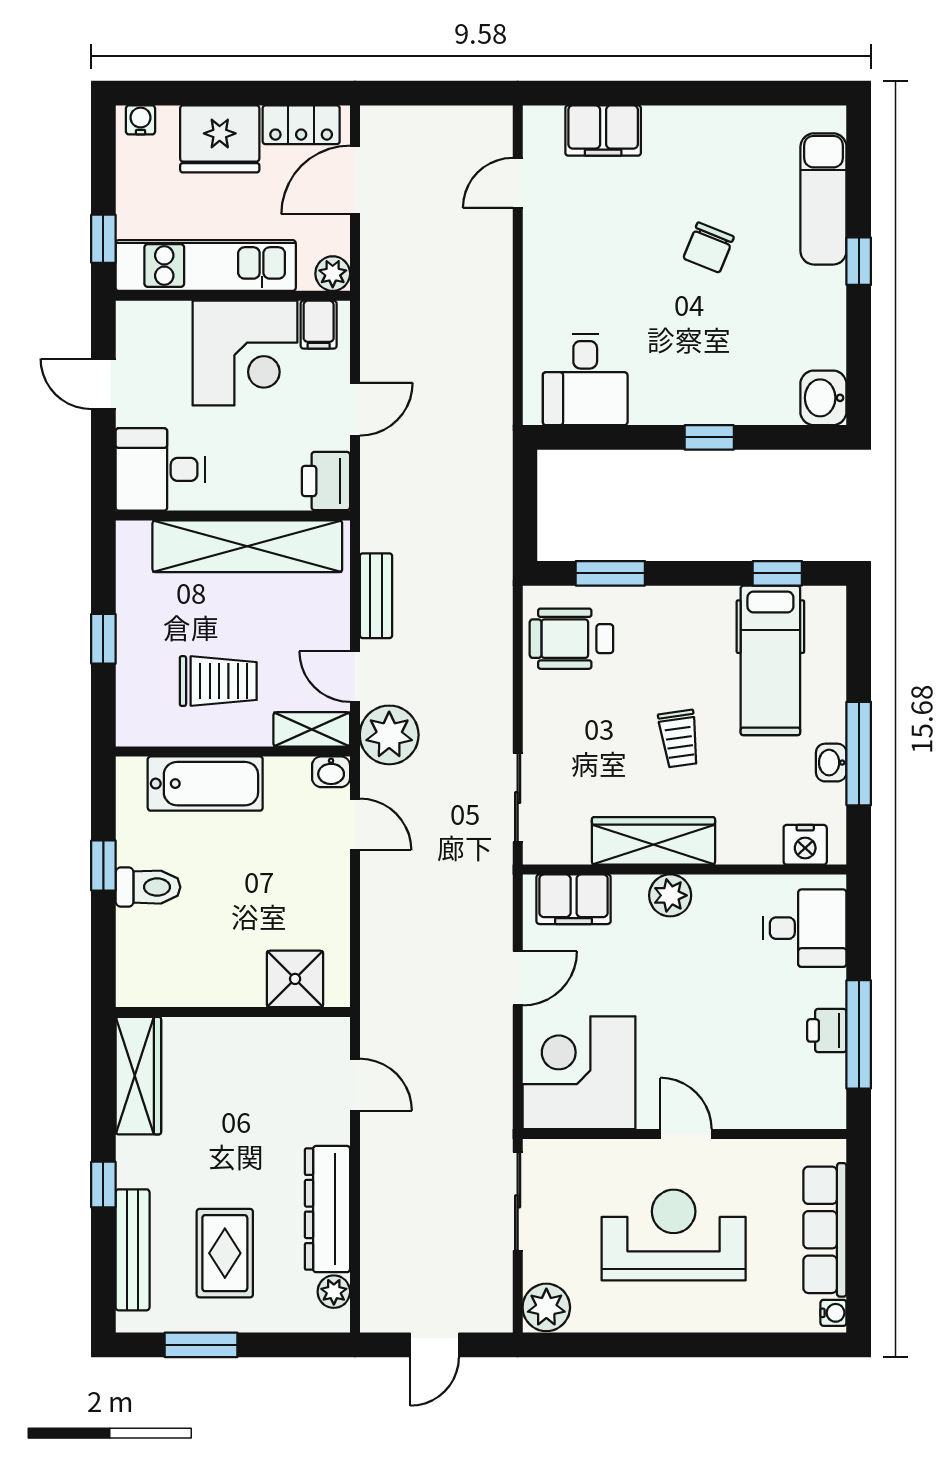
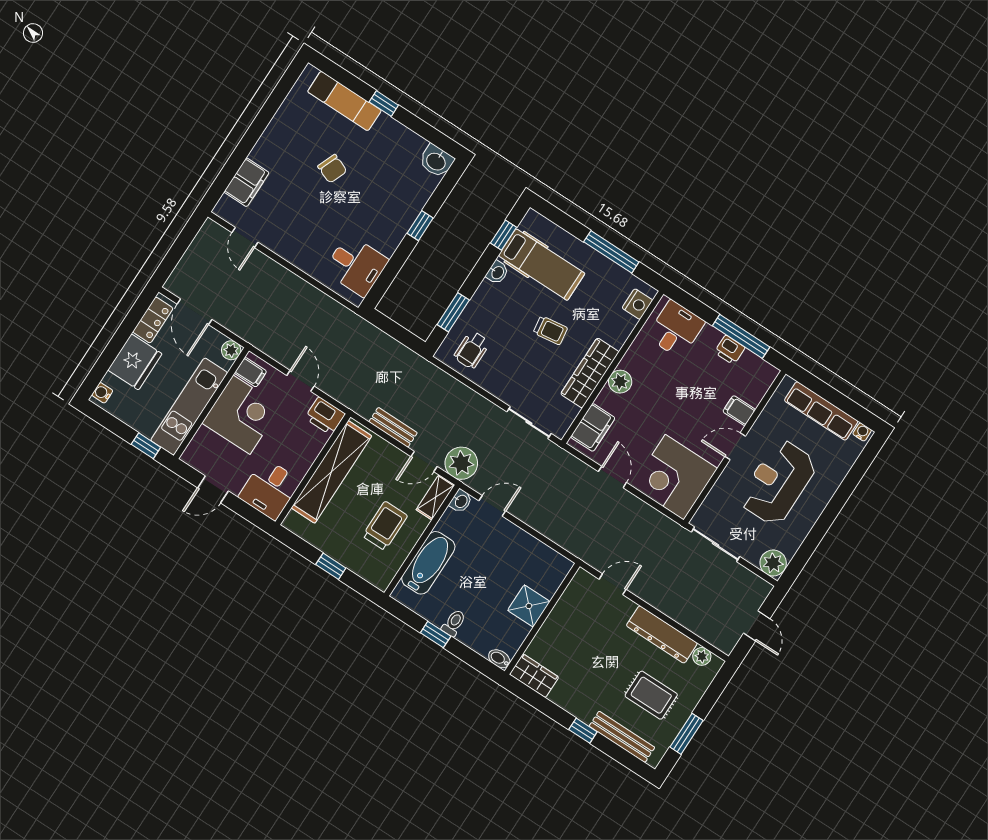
wheelchair: (571, 639) -> (472, 350), width x0.73, depth x0.73
washbasin: (831, 763) -> (497, 272), moved, turned -90
toilet: (148, 887) -> (454, 623), width x0.73, depth x0.72
shower: (295, 979) -> (529, 606), moved
bidet: (130, 986) -> (499, 659), added
wardrobe: (138, 1076) -> (534, 676), width x0.67
filing cabinet: (744, 1105) -> (739, 411), added

